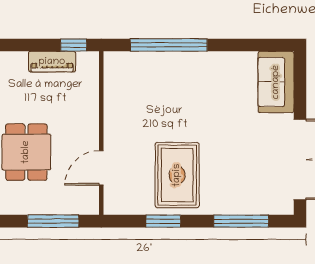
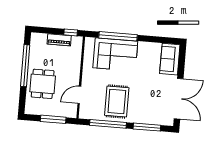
corner sofa: (167, 81) -> (115, 54), added
window: (163, 221) -> (108, 124), width x2.11

